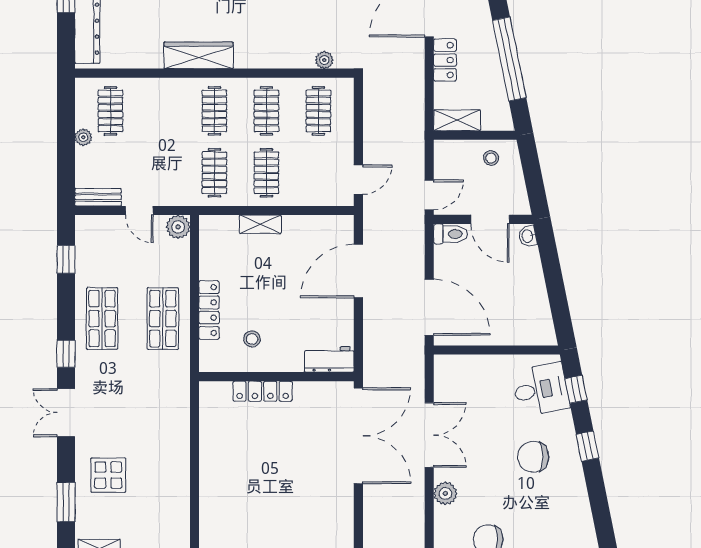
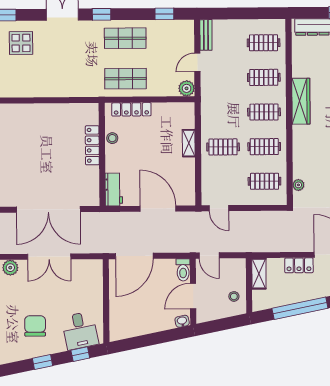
plant: (83, 137) -> (246, 25), removed
clothes rail: (214, 173) -> (264, 77), moved
workbench: (329, 359) -> (114, 190), moved
wall: (276, 377) -> (102, 154), moved
locker: (263, 391) -> (92, 145), moved

